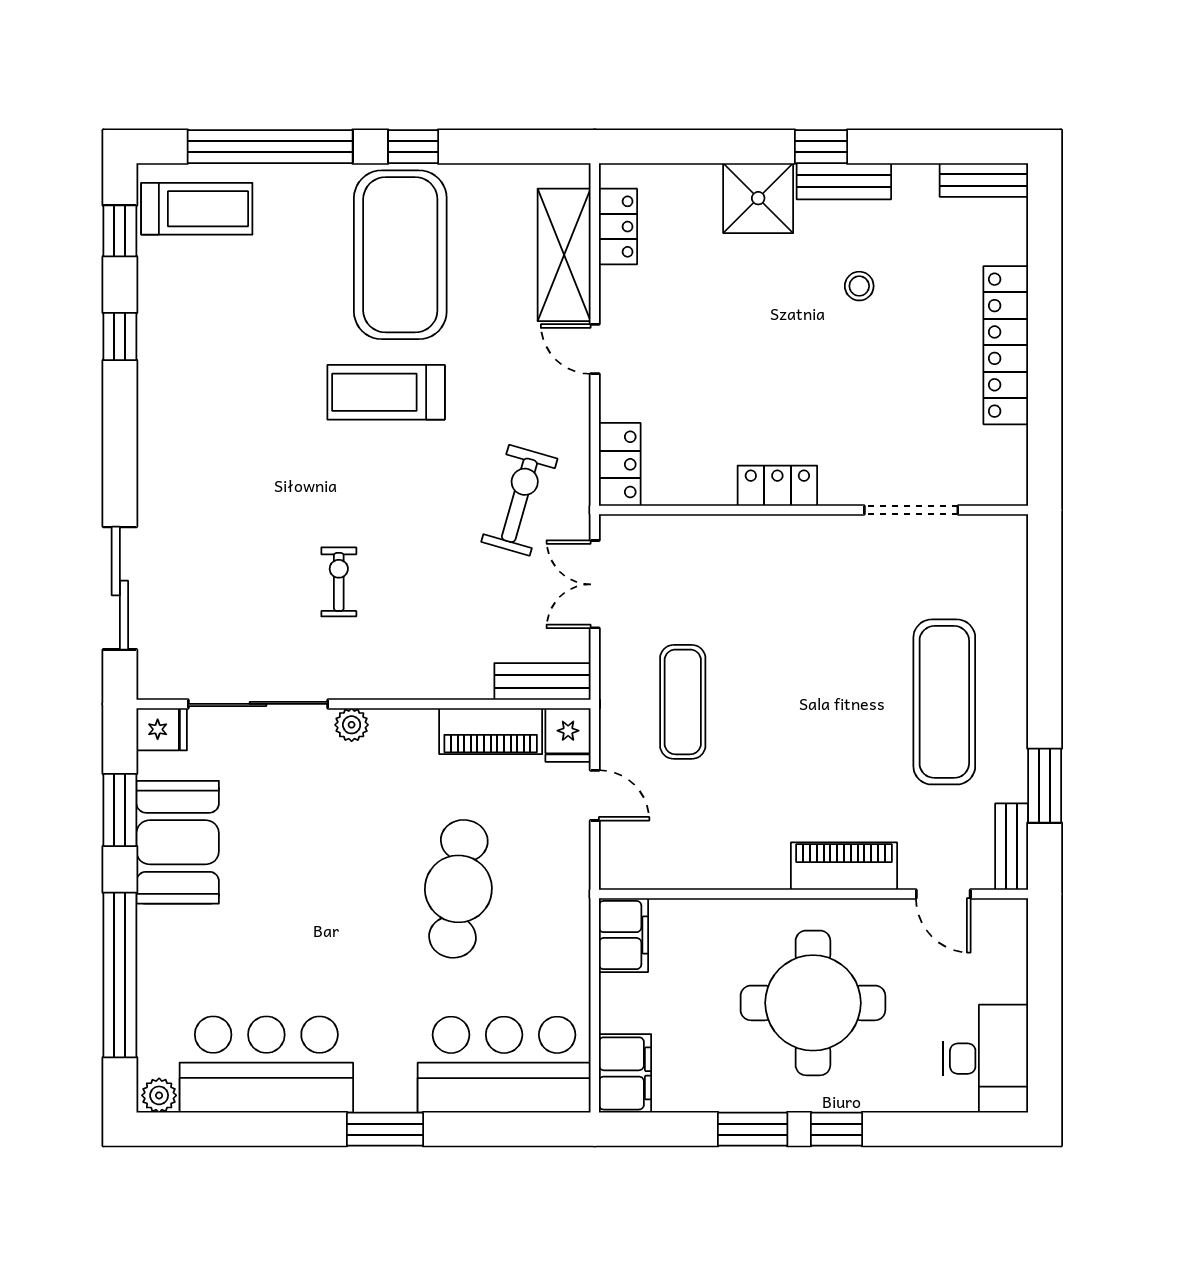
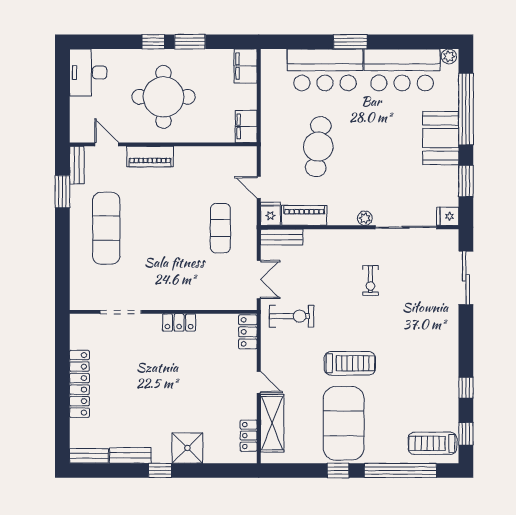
bench: (844, 181) -> (130, 455), moved
stool: (859, 286) -> (143, 410), removed
exercise bike: (519, 500) -> (292, 316), turned -106
booth: (178, 842) -> (441, 138), moved
bar counter: (504, 1065) -> (325, 70), moved

